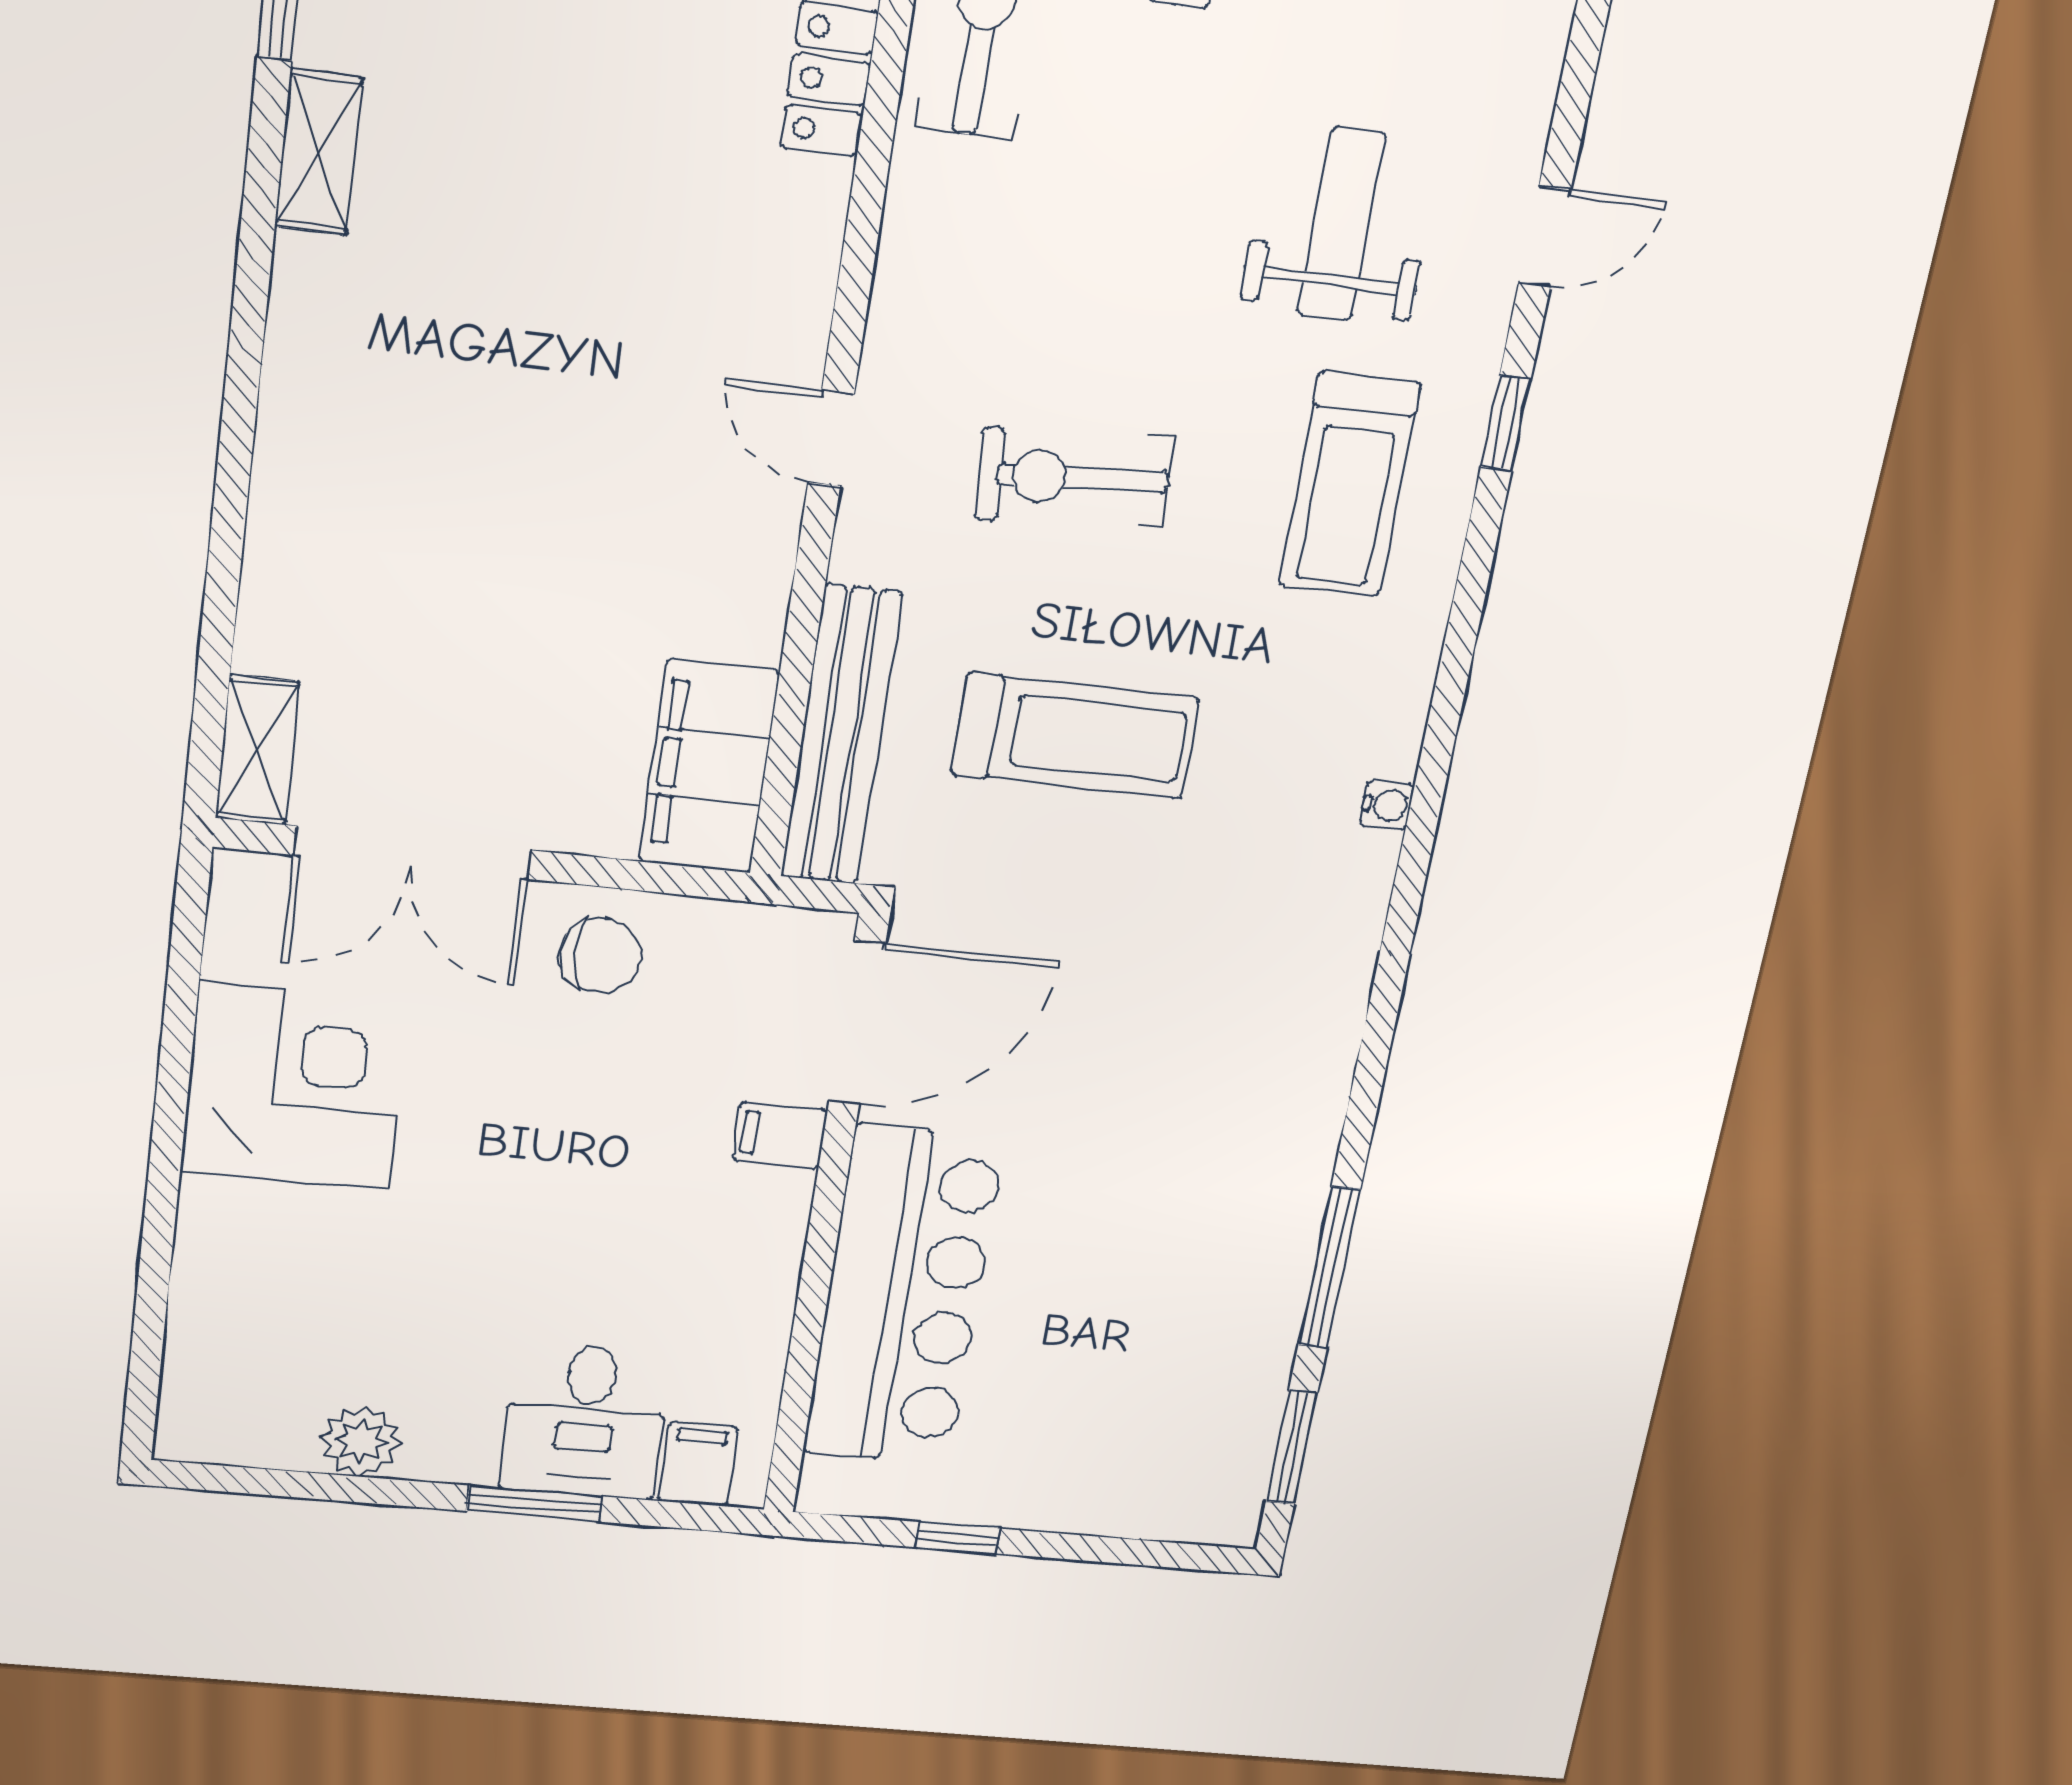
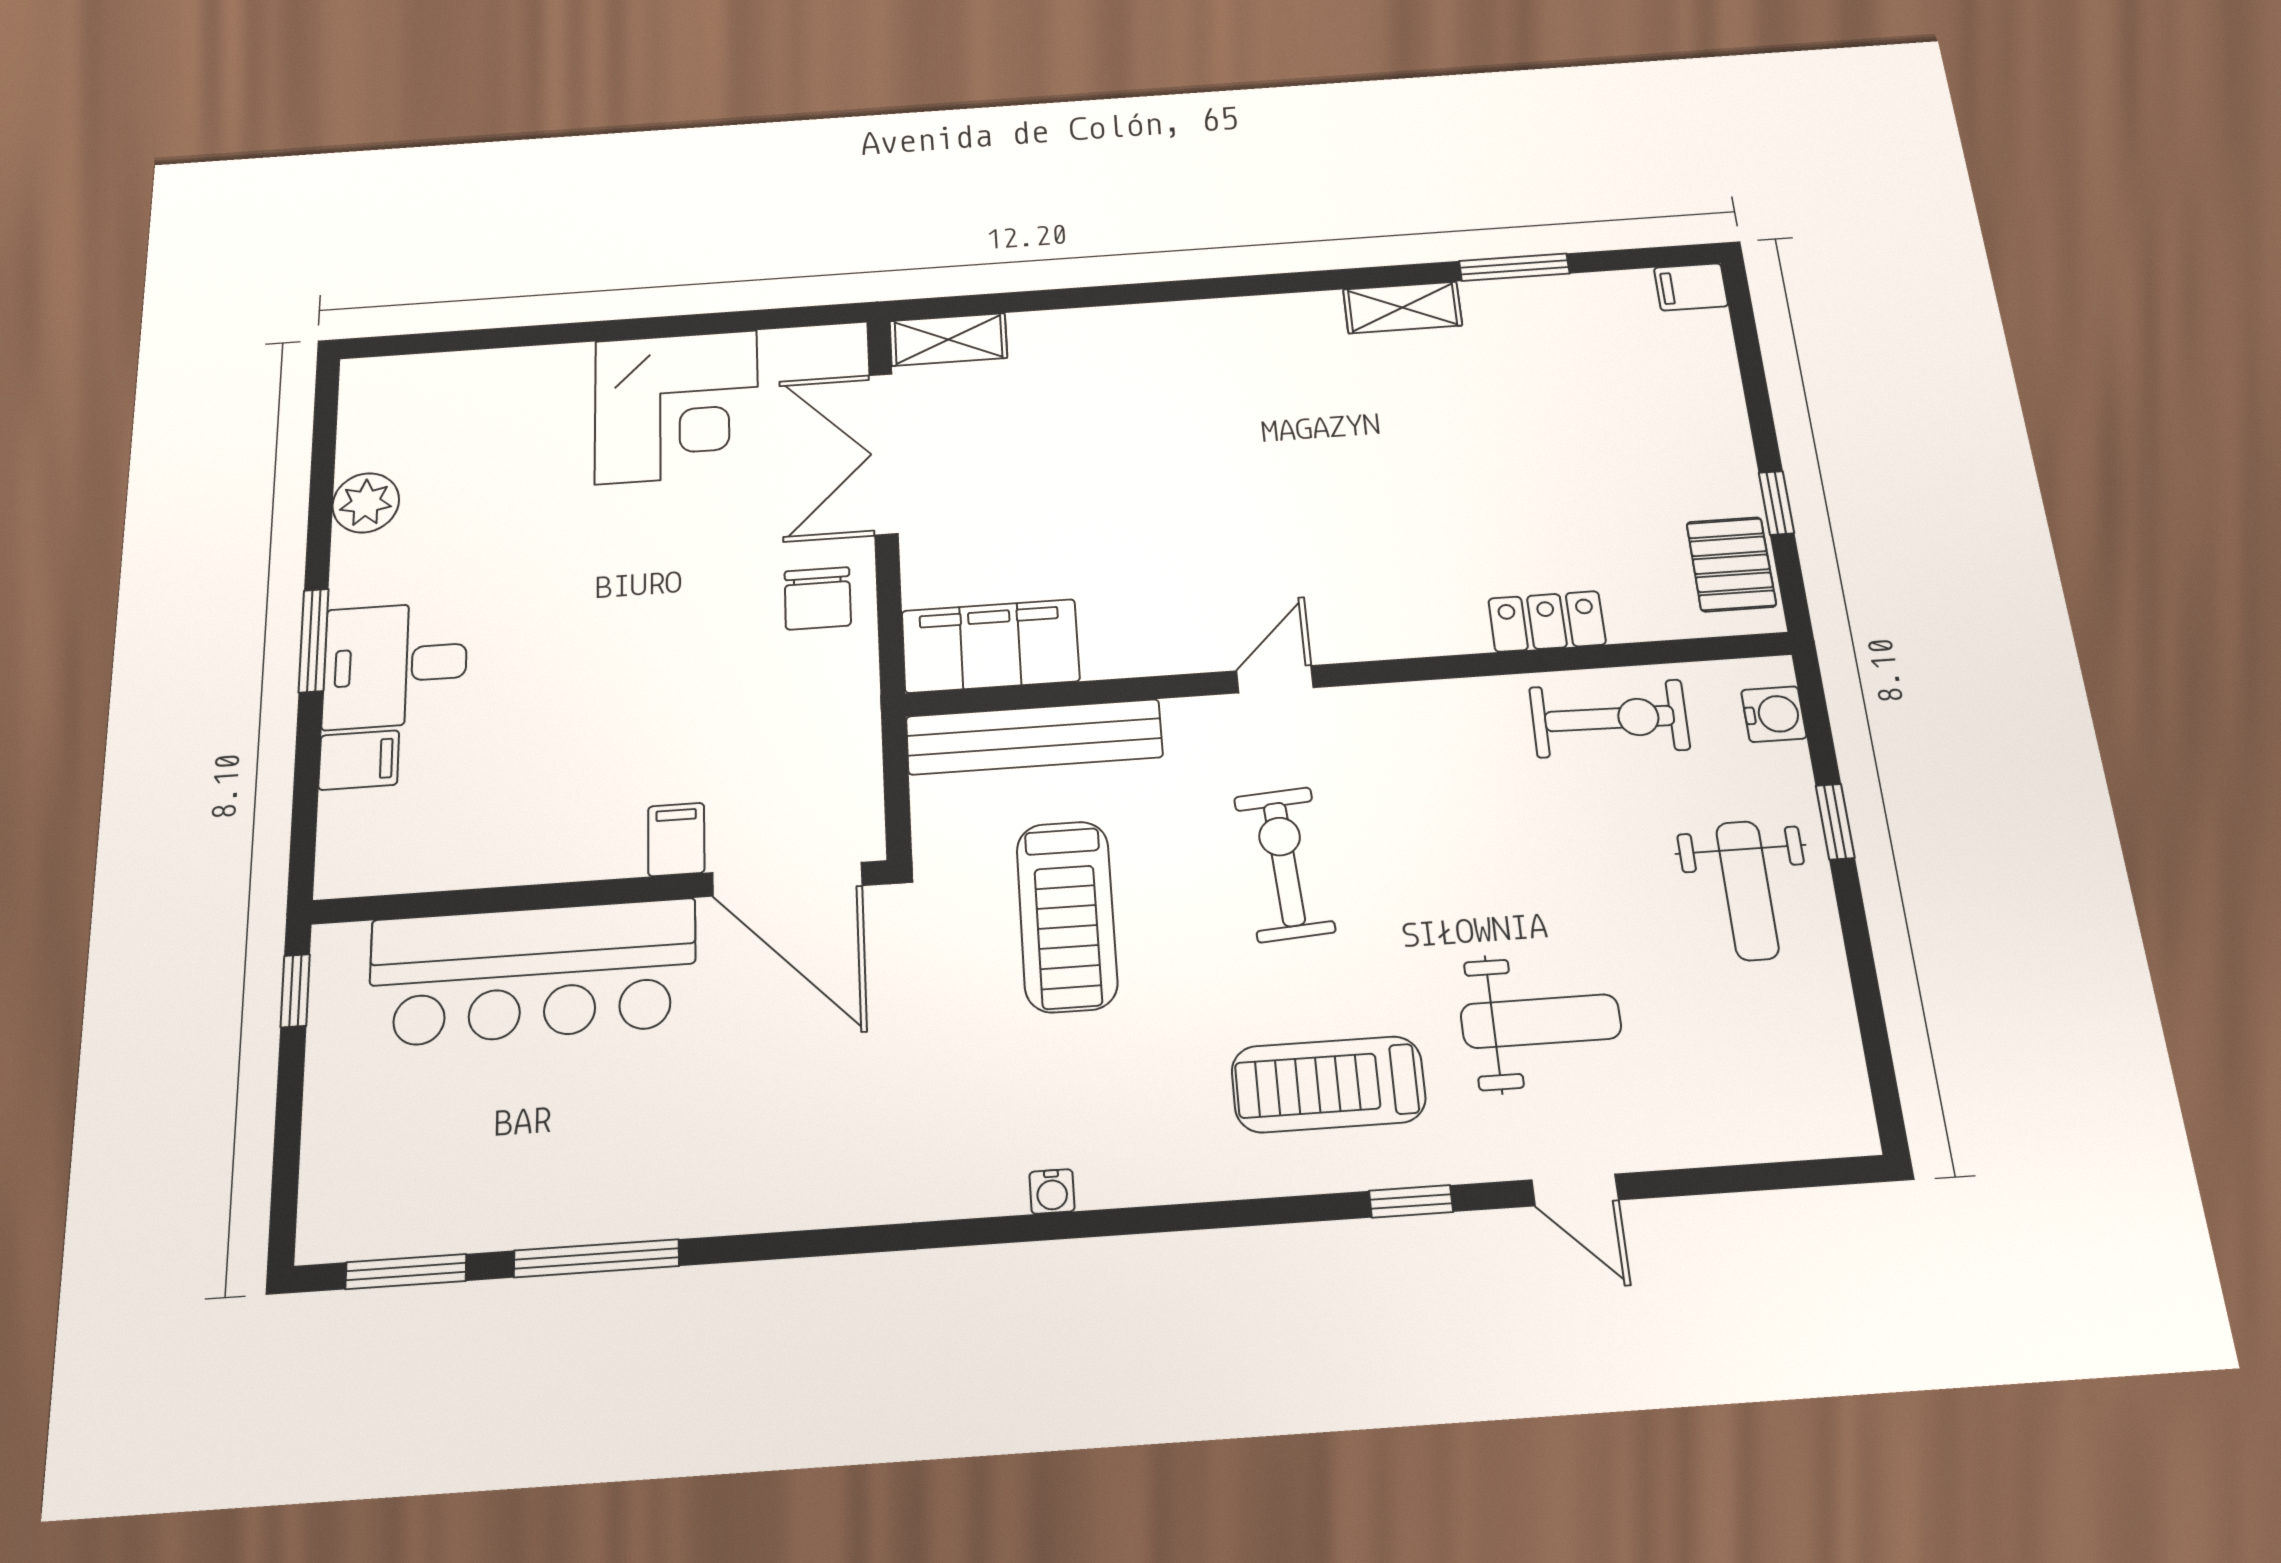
door: (857, 1023) -> (787, 879), moved
filing cabinet: (780, 1135) -> (676, 839), moved
wall: (825, 1221) -> (600, 892), moved
bar counter: (903, 1296) -> (533, 972), moved

